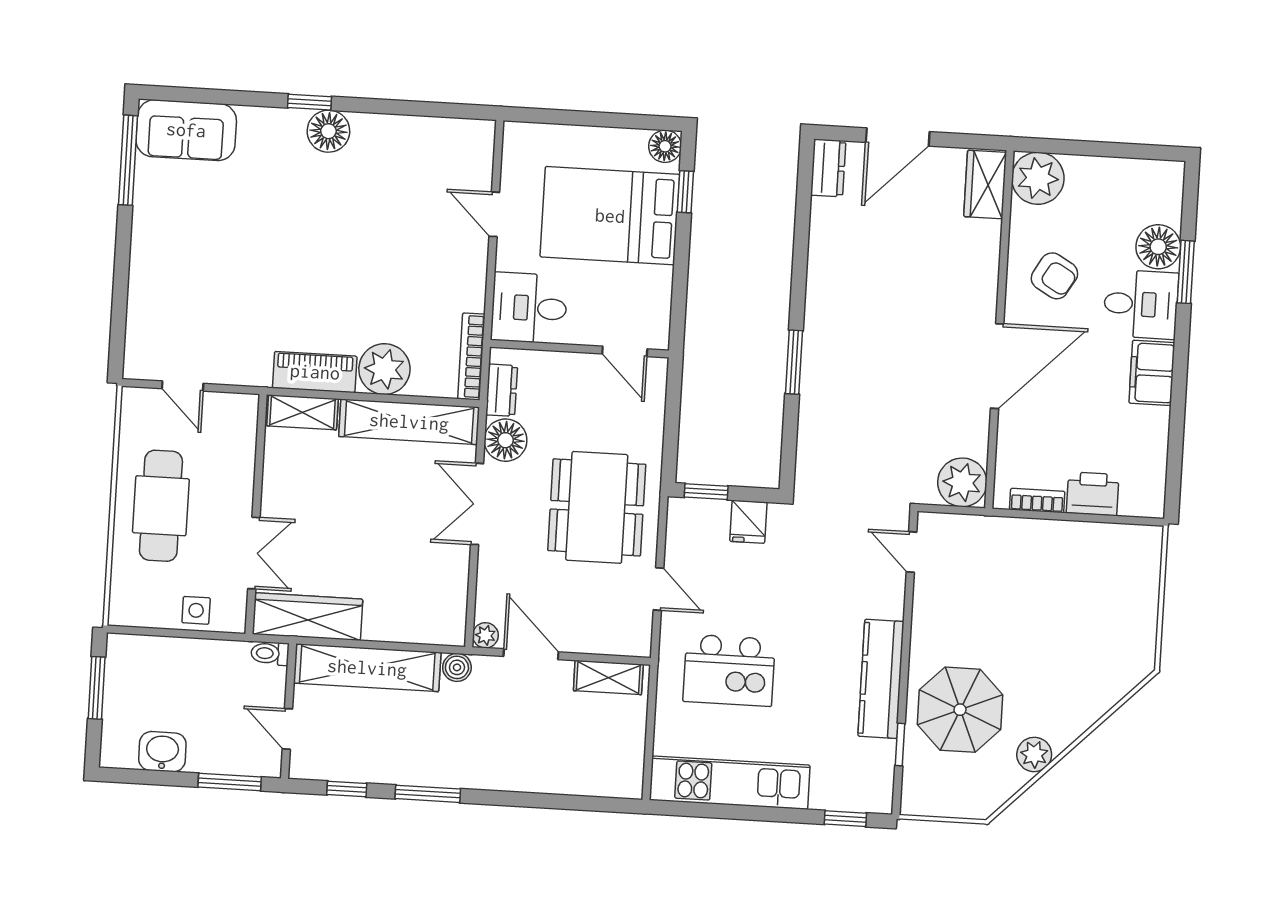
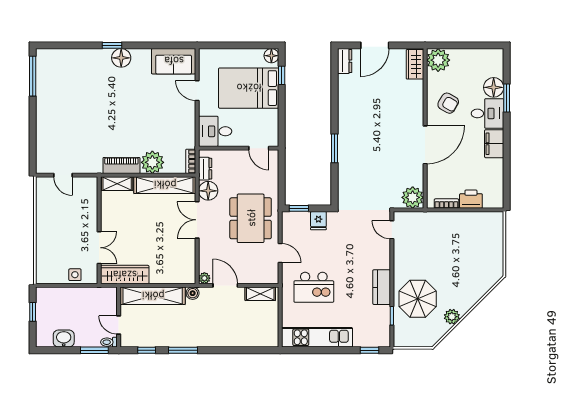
sofa: (186, 130) -> (174, 61), moved
bookcase: (471, 356) -> (191, 161), width x0.64
cafe table: (161, 506) -> (57, 229), removed
toilet: (270, 653) -> (109, 342), moved
kitchen counter: (881, 679) -> (382, 287), width x0.67
window: (97, 688) -> (33, 312), width x0.67

